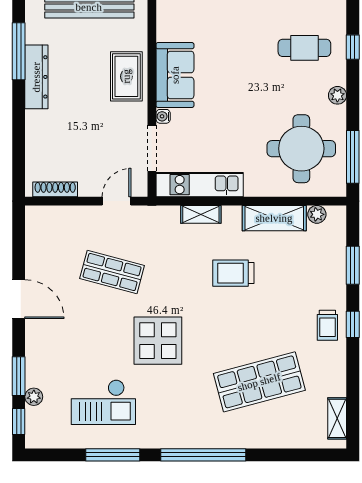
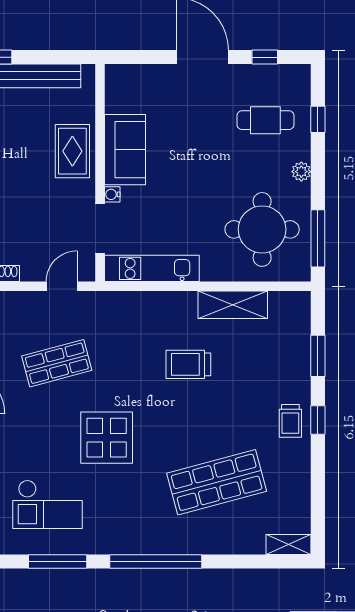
shelving: (201, 214) -> (153, 301), removed
plant: (317, 214) -> (279, 301), removed
shop shelf: (112, 272) -> (57, 363), turned -30
shelving: (337, 418) -> (289, 545), moved, turned 90

